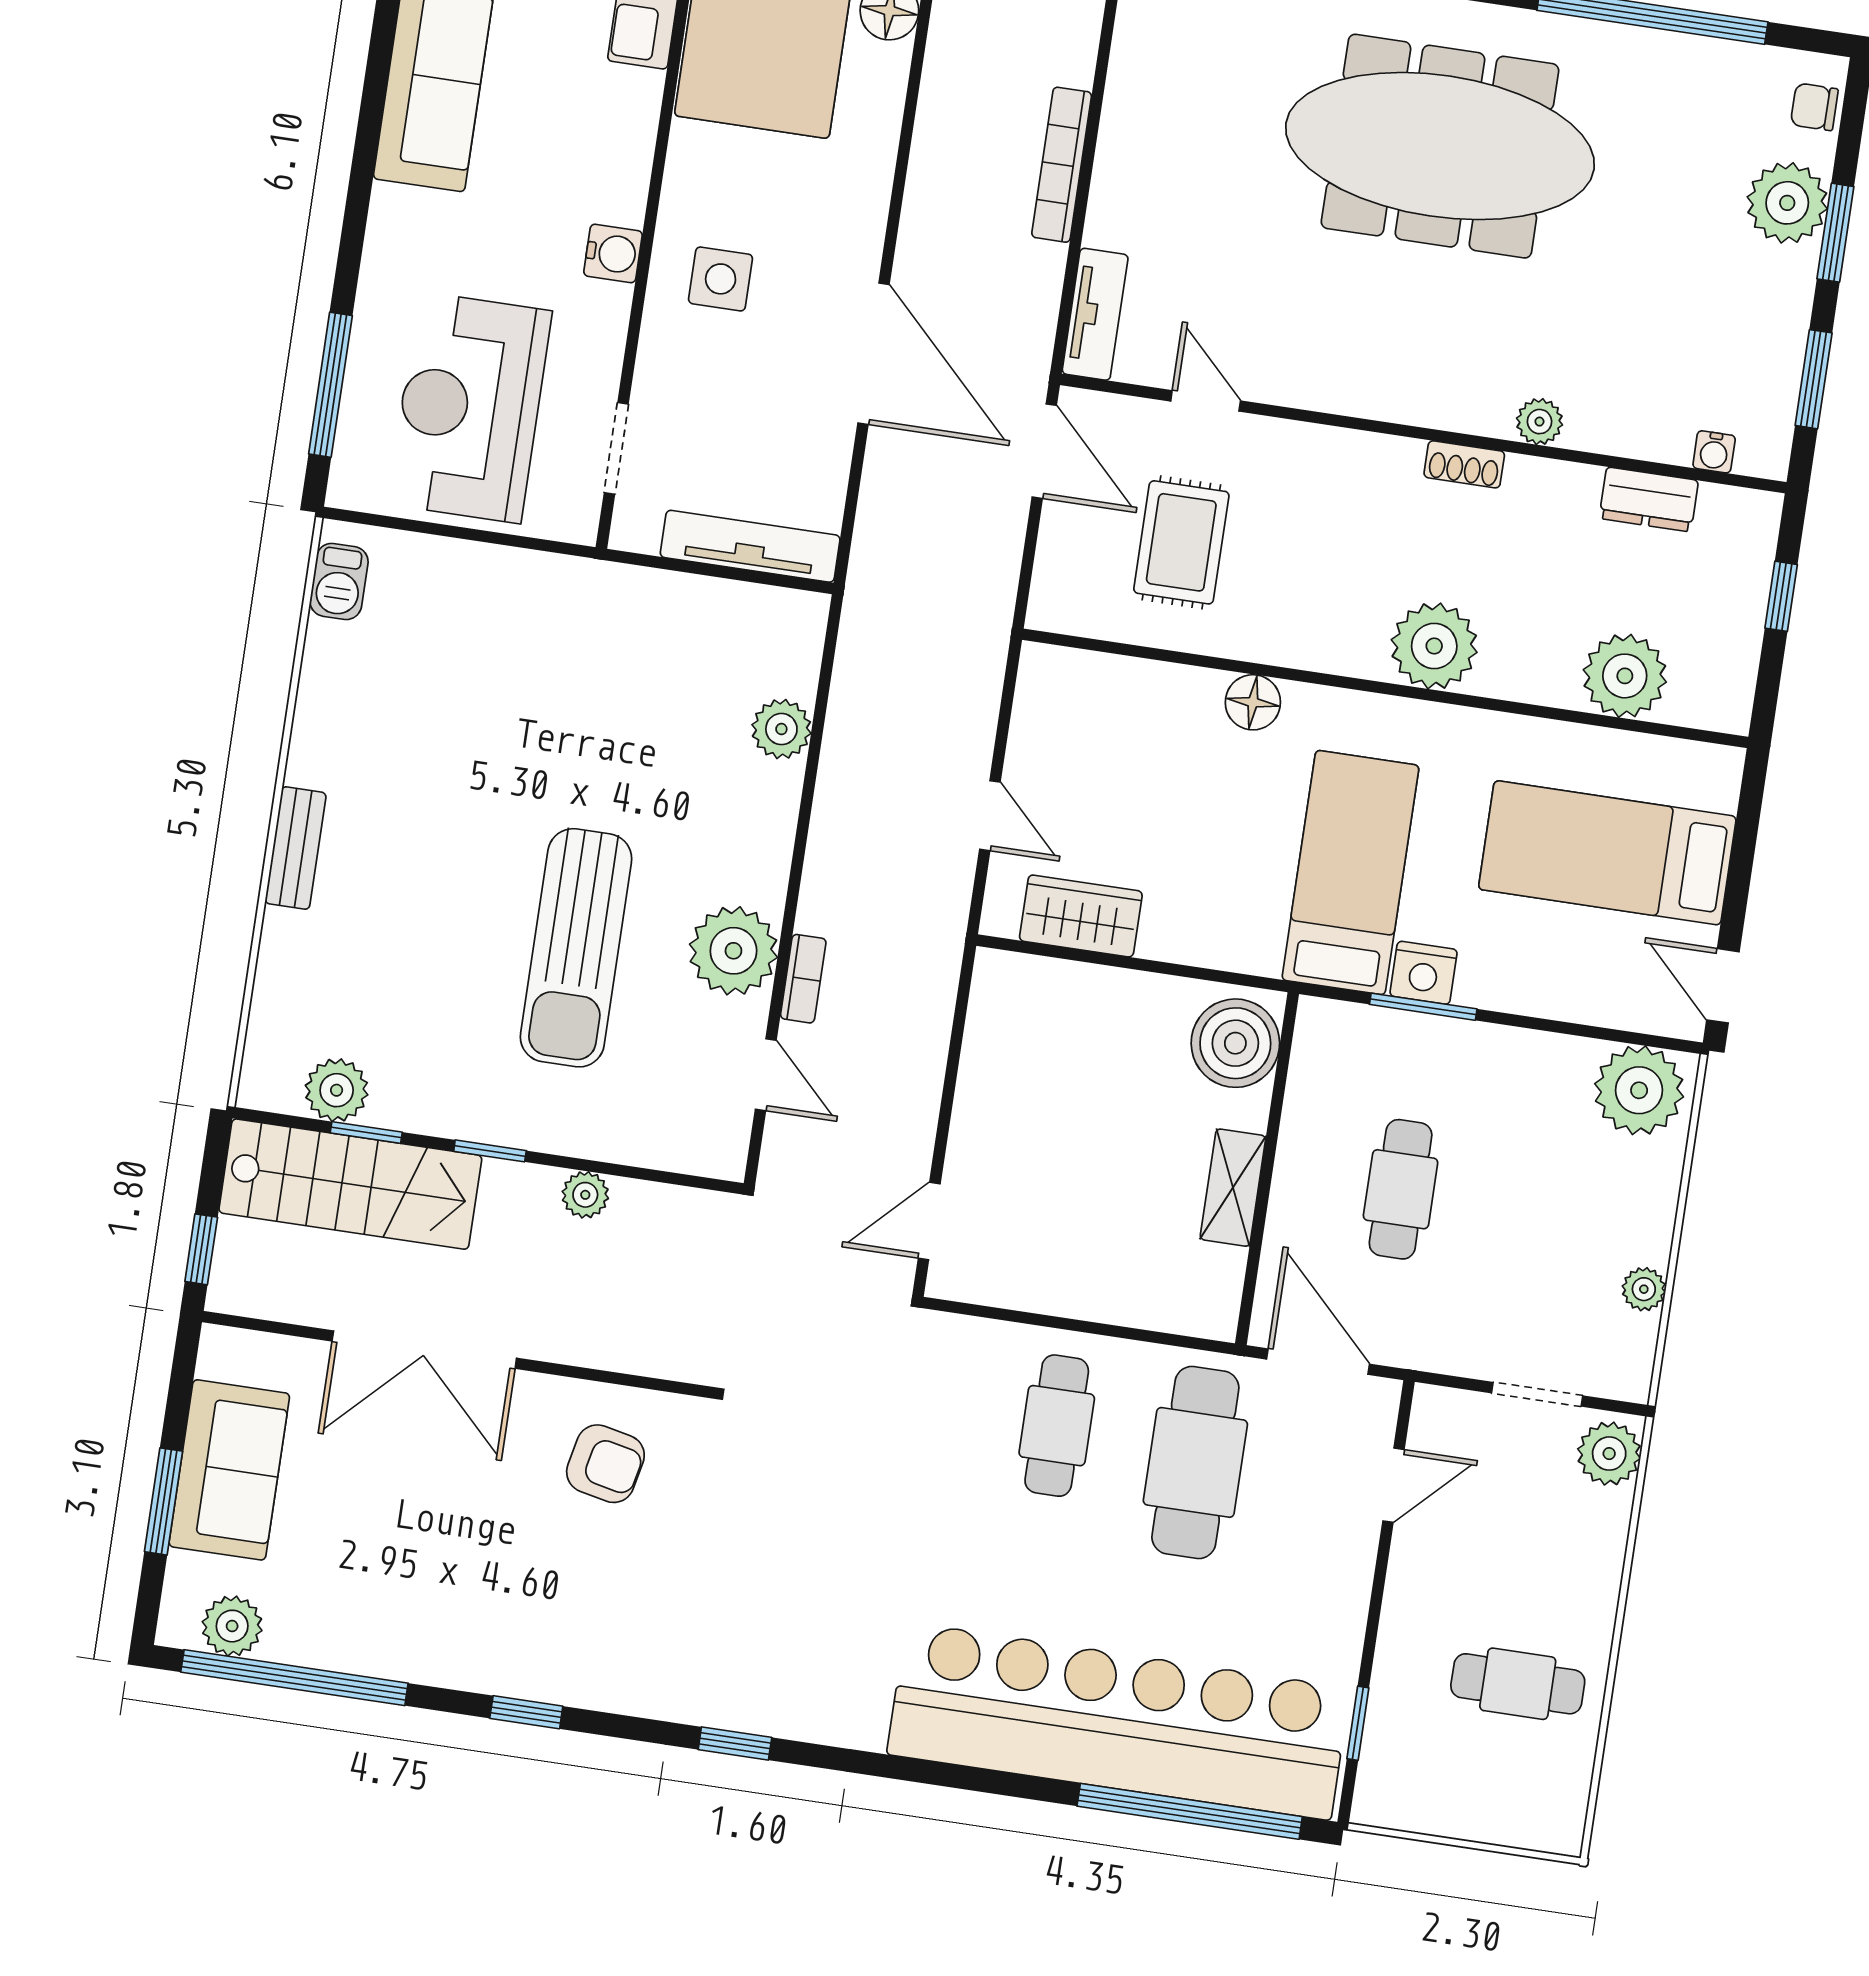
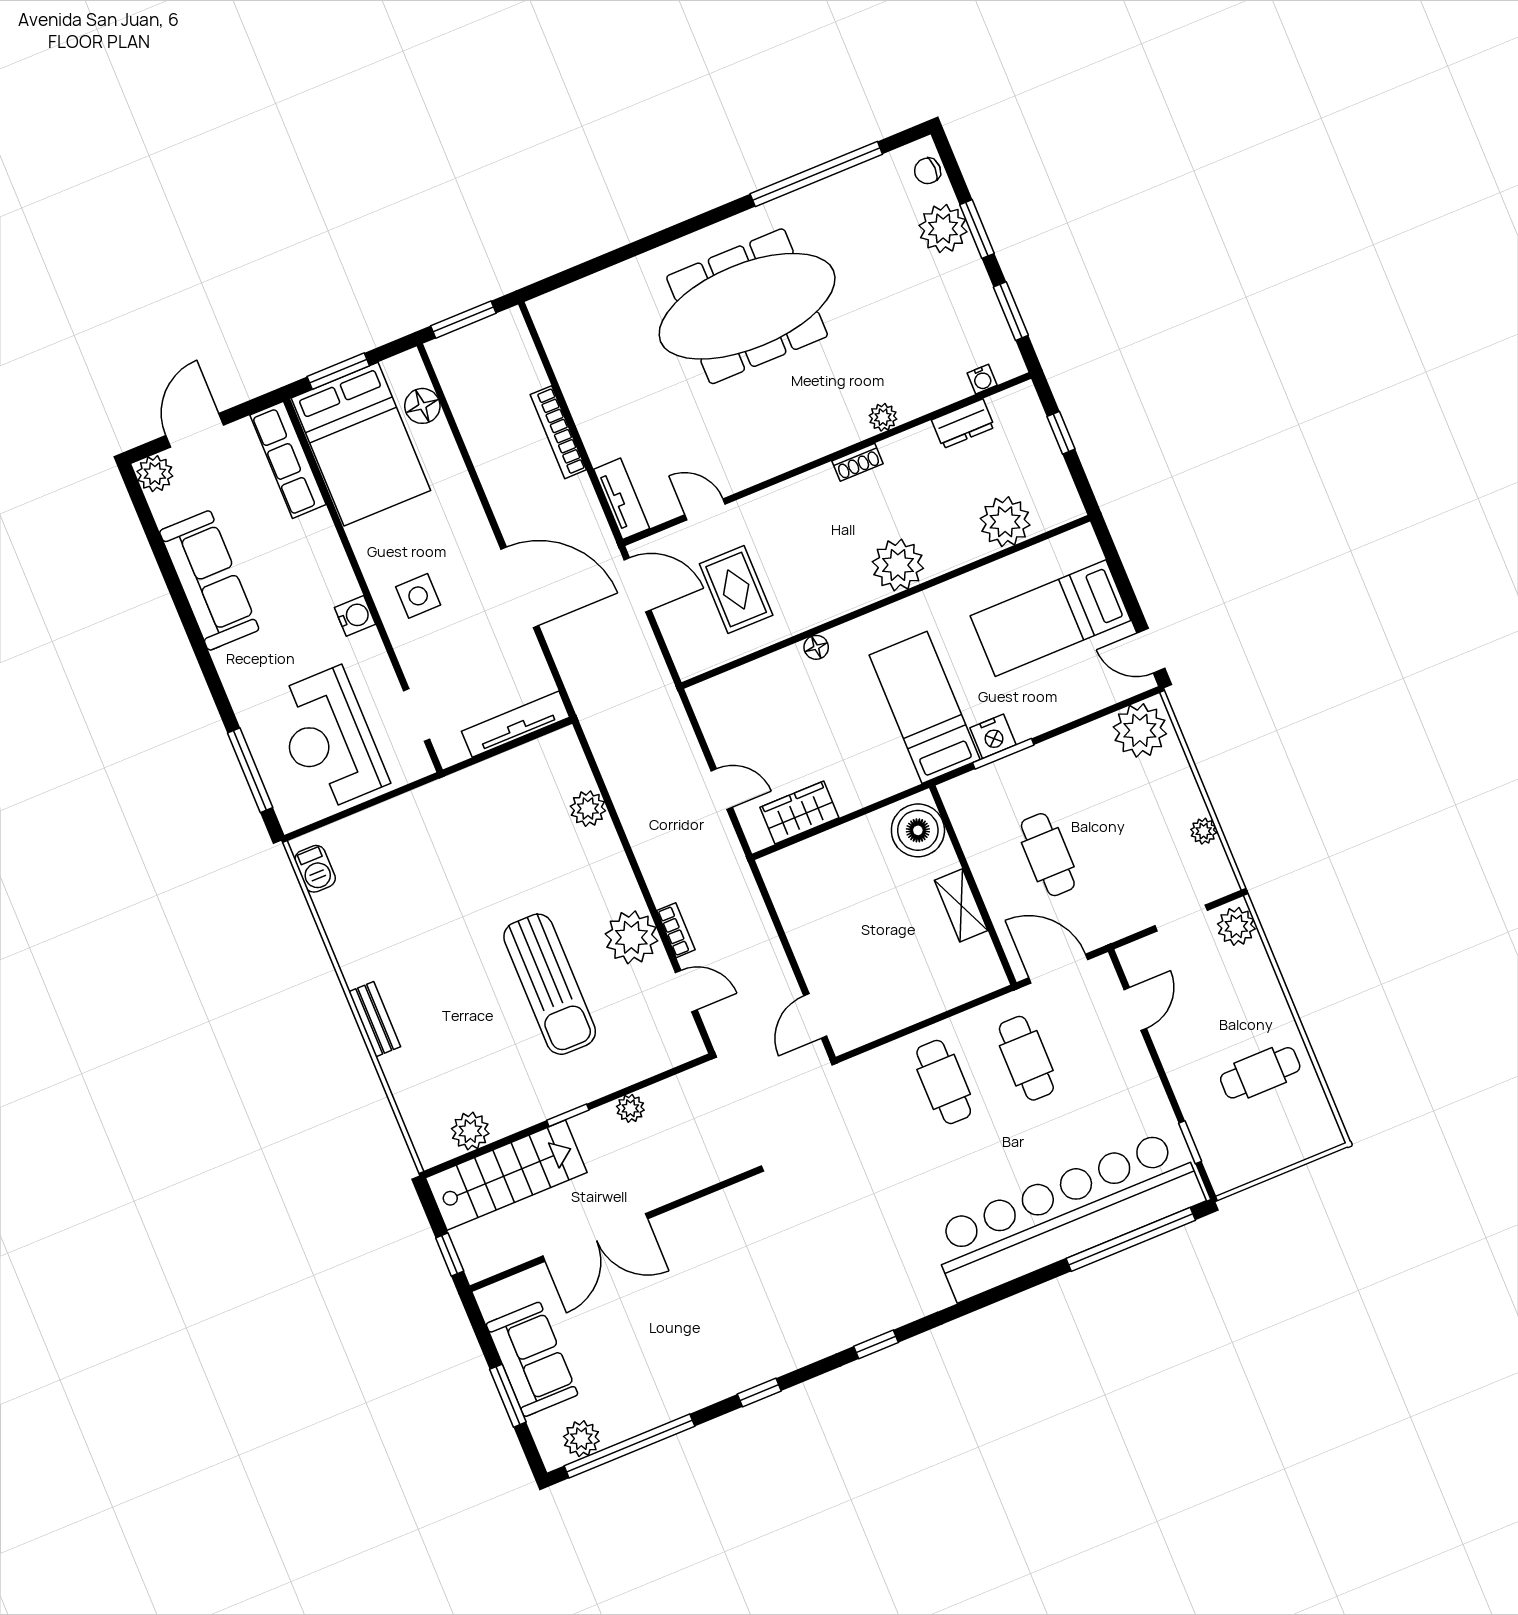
floor lamp: (1253, 702) -> (816, 647), width x0.73, depth x0.73
window: (366, 1132) -> (499, 1144), removed
cafe table: (1195, 1462) -> (1026, 1058), width x0.73, depth x0.74
armchair: (605, 1464) -> (723, 1240), removed

